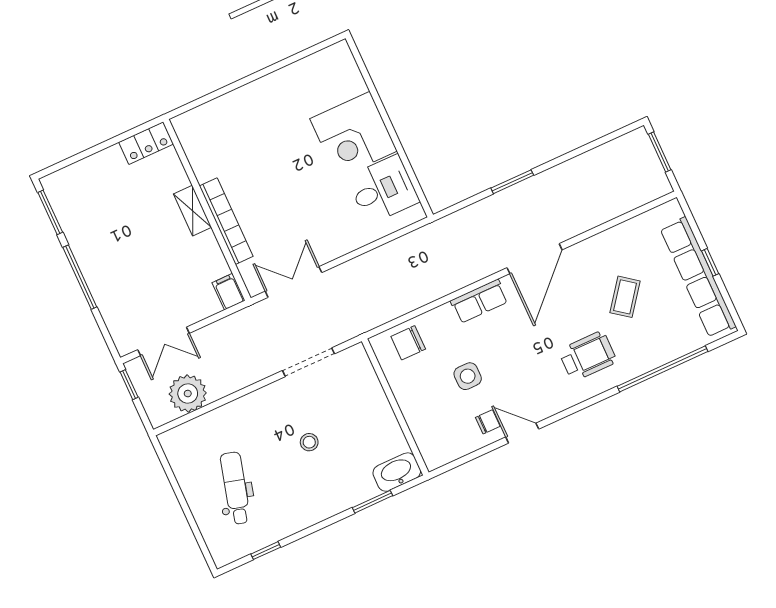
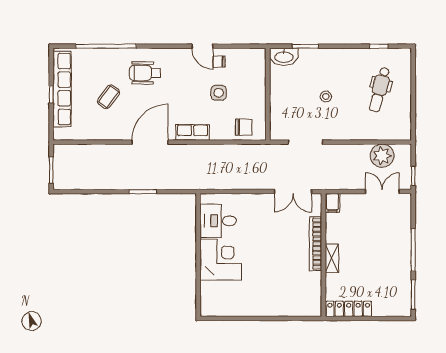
locker: (146, 143) -> (349, 309), width x1.53

